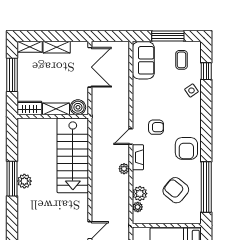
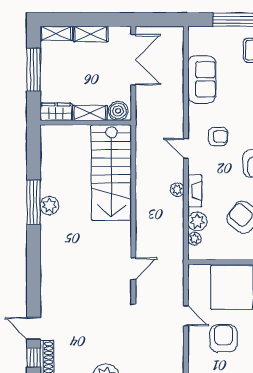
sofa: (143, 60) -> (202, 79), moved
door: (131, 137) -> (186, 148), hinge flipped
fireplace: (138, 157) -> (195, 191), moved

